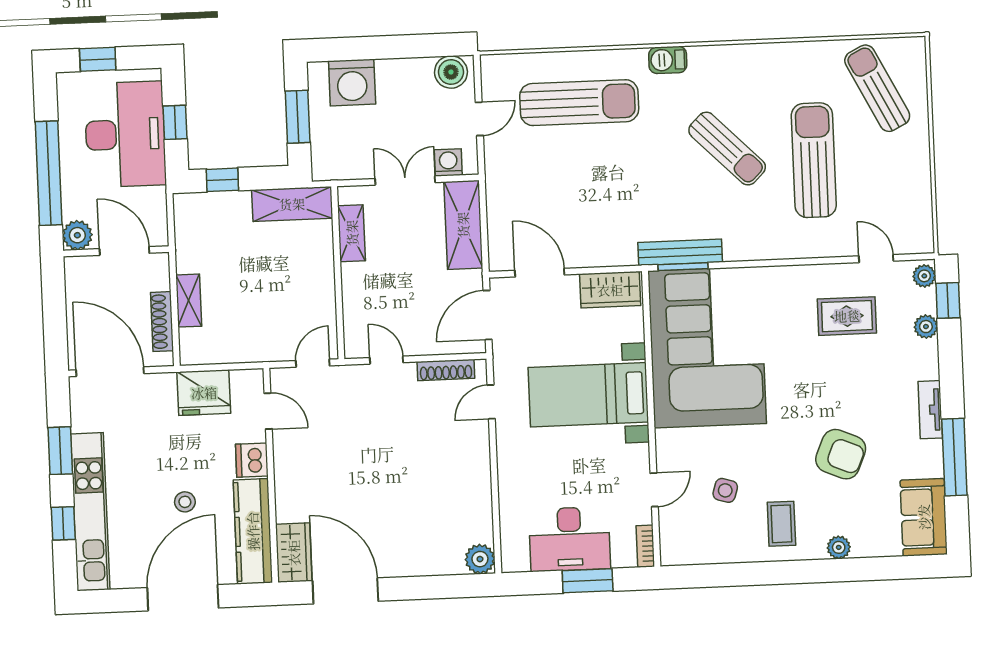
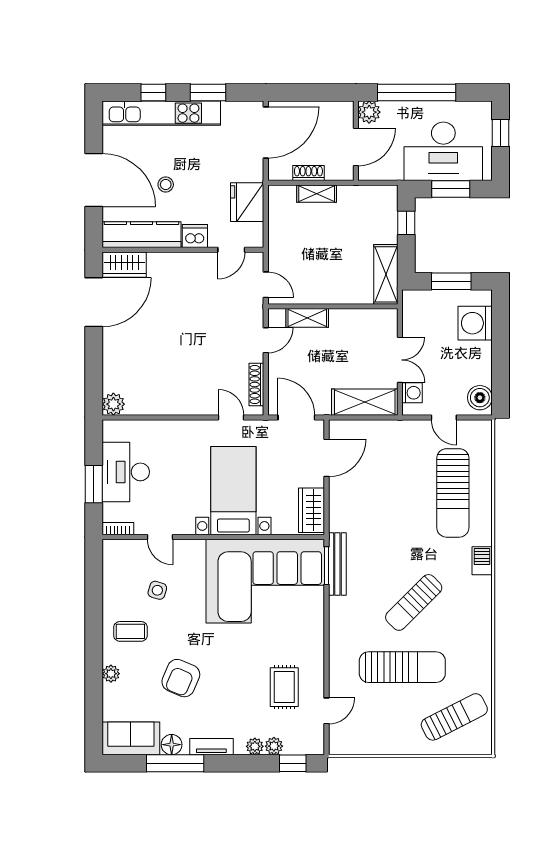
window: (175, 122) -> (451, 189), width x1.50
shelving: (352, 233) -> (307, 318), moved
plant: (924, 276) -> (255, 746), moved
shoe rack: (162, 322) -> (308, 173), width x0.70
floor lamp: (930, 463) -> (172, 745), added

